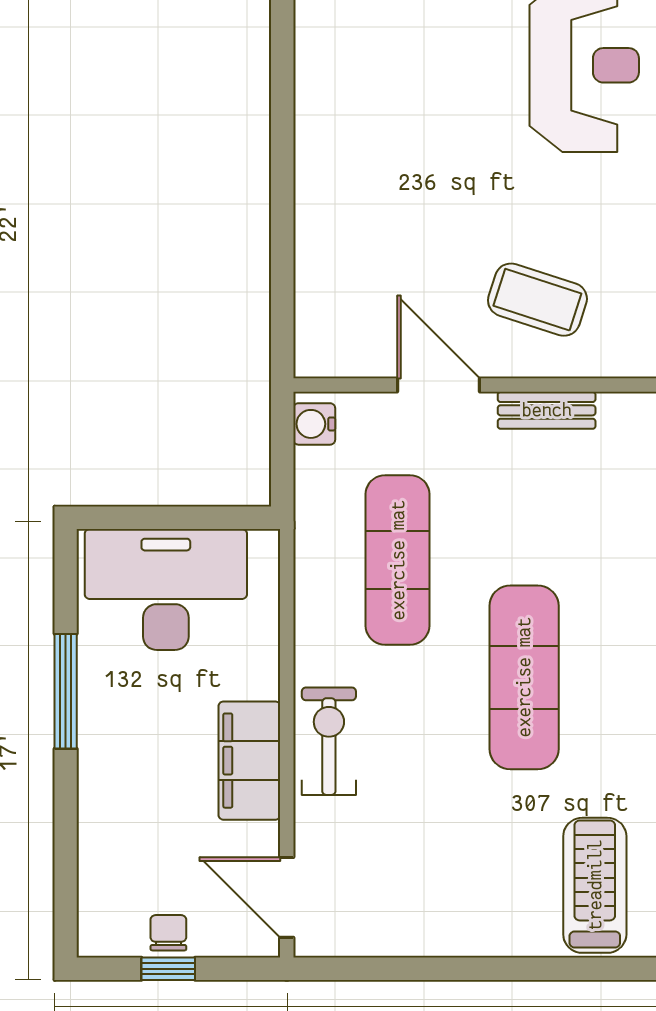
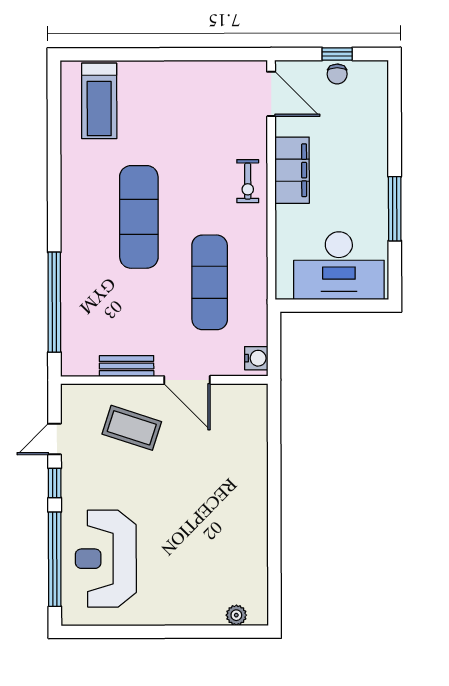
exercise bike: (329, 741) -> (248, 181), width x0.73, depth x0.72

